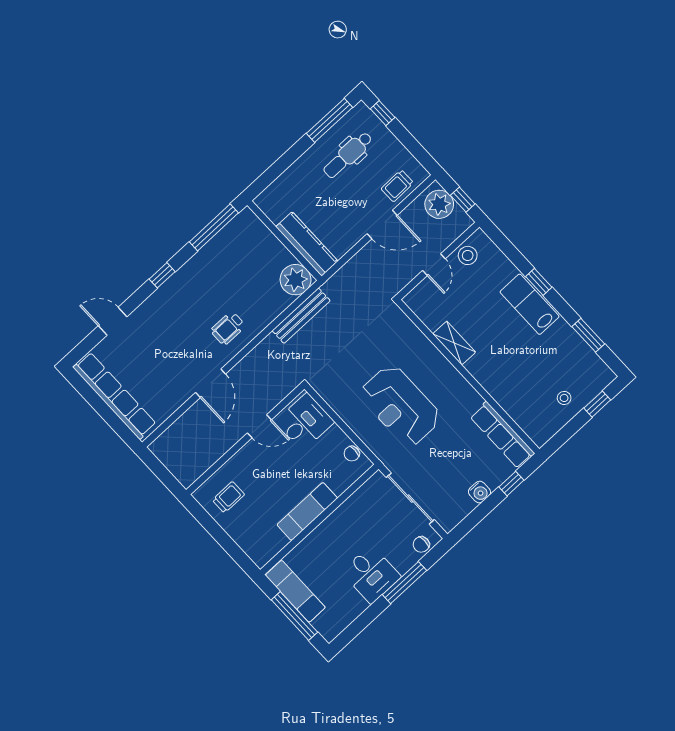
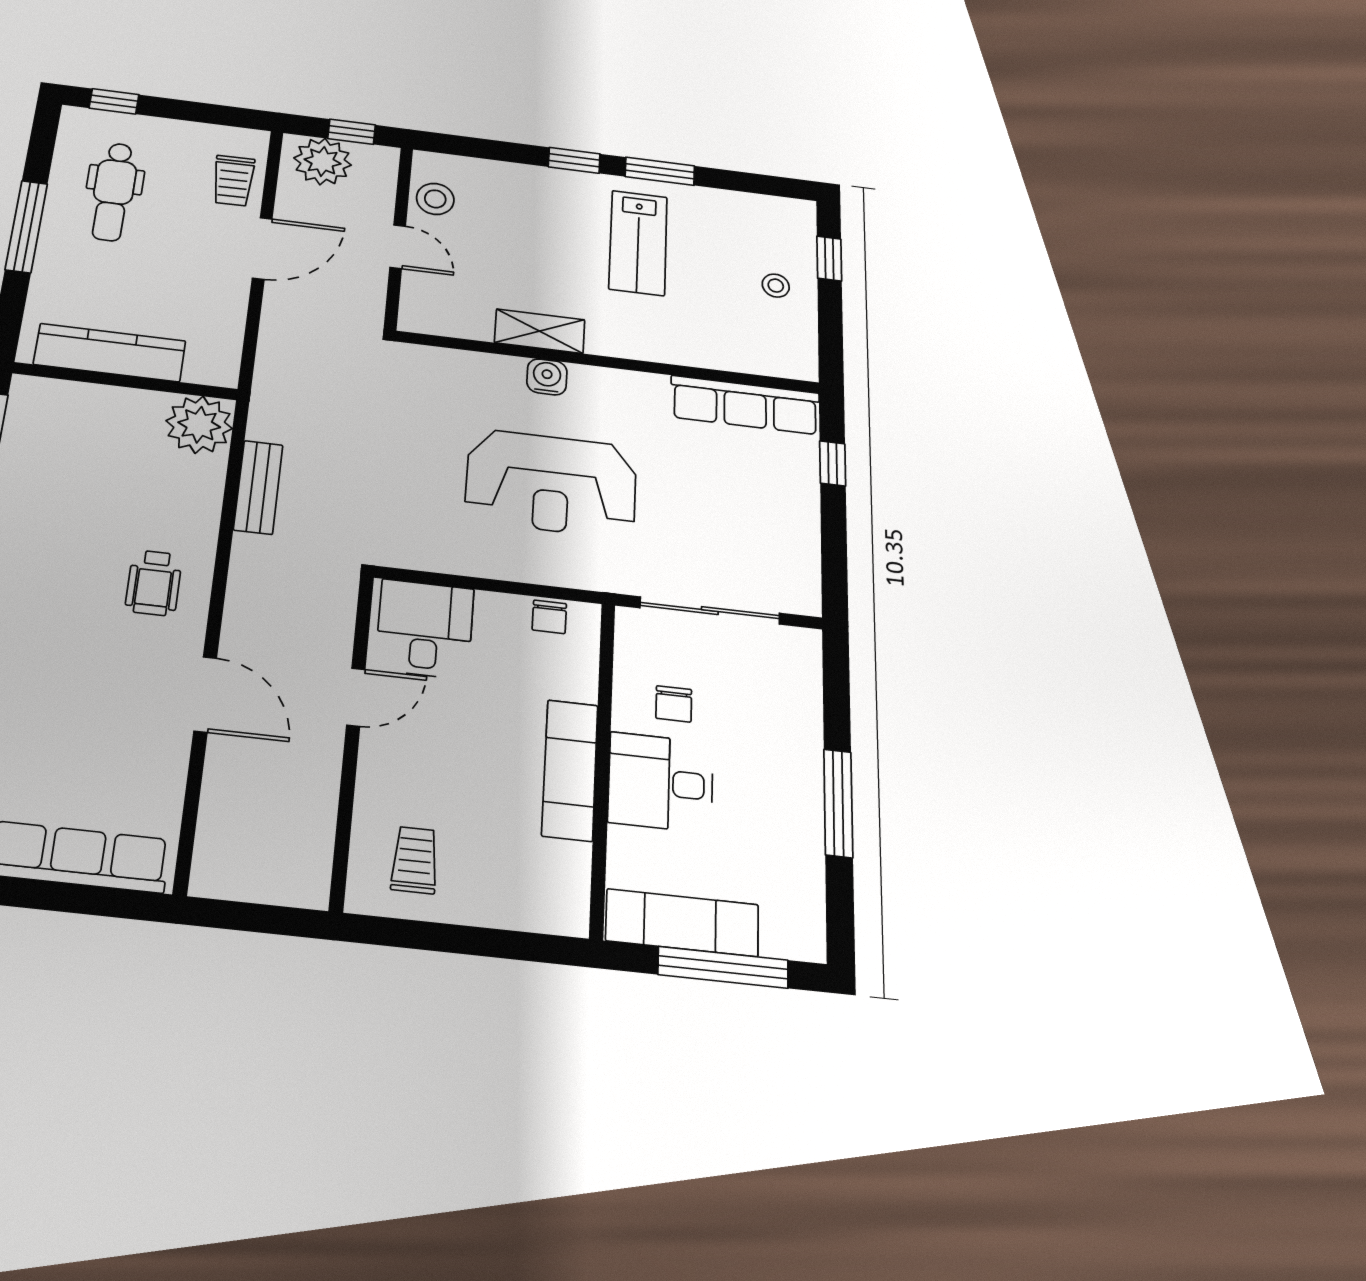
window: (329, 120) -> (26, 226), moved
kitchen counter: (307, 244) -> (110, 353), moved
lab bench: (530, 304) -> (638, 243), moved, turned -90
bench: (301, 316) -> (258, 487), width x0.73
window: (588, 335) -> (660, 171), moved
water cooler: (480, 492) -> (547, 377), moved, turned -90
chair: (421, 544) -> (674, 704), moved
desk: (371, 574) -> (661, 782), moved, turned 180
window: (404, 583) -> (838, 803), moved

